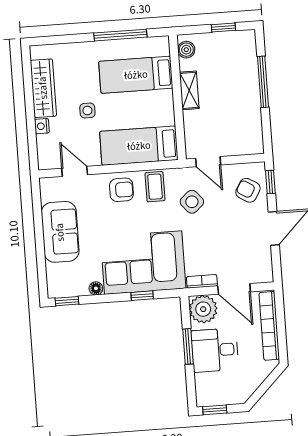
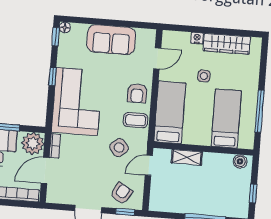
shelving: (189, 90) -> (187, 157), moved
floor lamp: (96, 288) -> (65, 28), moved
window: (142, 296) -> (52, 76), moved

